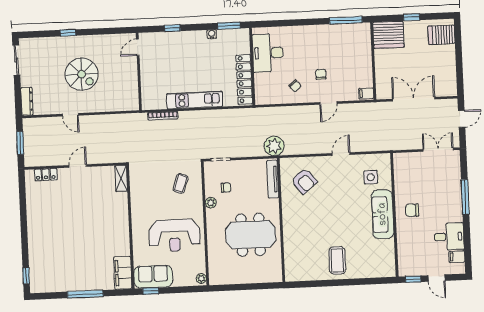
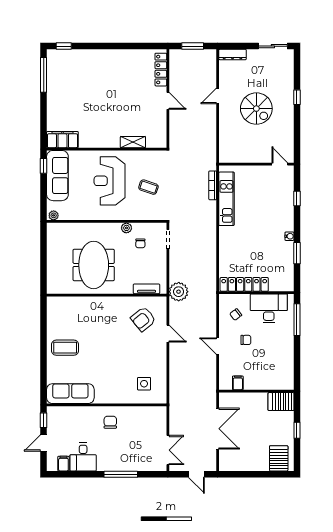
window: (346, 20) -> (297, 320), moved
server rack: (388, 35) -> (281, 402), width x0.62
desk: (268, 53) -> (269, 308), moved
wall: (252, 66) -> (256, 293), moved
spiral stairs: (82, 74) -> (256, 109), turned -90
locker: (244, 79) -> (244, 284), moved
filing cabinet: (366, 94) -> (238, 383), moved
kitchen unit: (195, 100) -> (227, 199), moved
door: (341, 154) -> (168, 334), moved
locker: (46, 175) -> (161, 70), width x1.53
shelving: (121, 178) -> (133, 142), moved
tv unit: (273, 179) -> (146, 289), width x0.71
coffee table: (181, 183) -> (148, 187), moved
sofa: (383, 214) -> (70, 394), moved
reception desk: (174, 235) -> (110, 181), moved
sofa: (153, 277) -> (57, 176), width x1.36
window: (85, 294) -> (44, 75), moved

